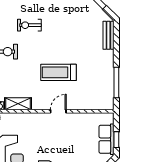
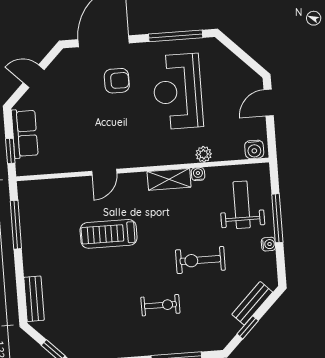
treadmill: (59, 72) -> (109, 234), turned 180
window: (116, 140) -> (10, 151), moved

